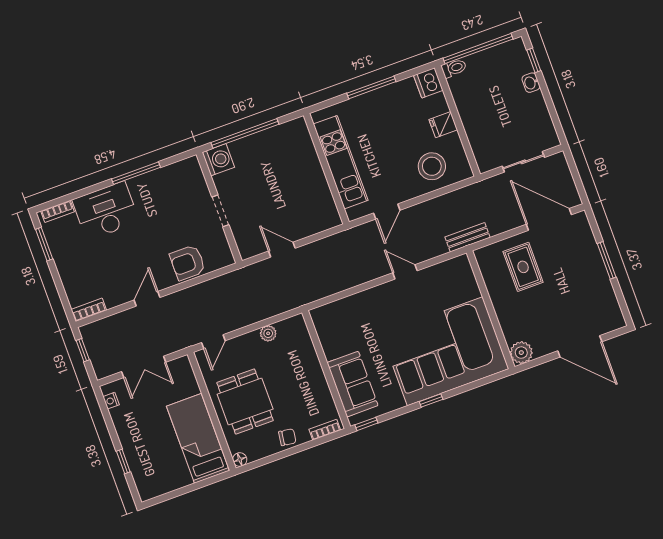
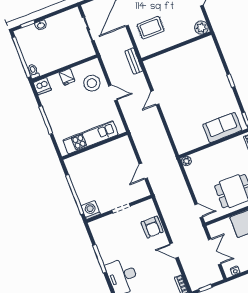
door: (387, 212) -> (113, 93), moved
plant: (268, 333) -> (186, 161), moved
corner sofa: (445, 351) -> (202, 73), removed

